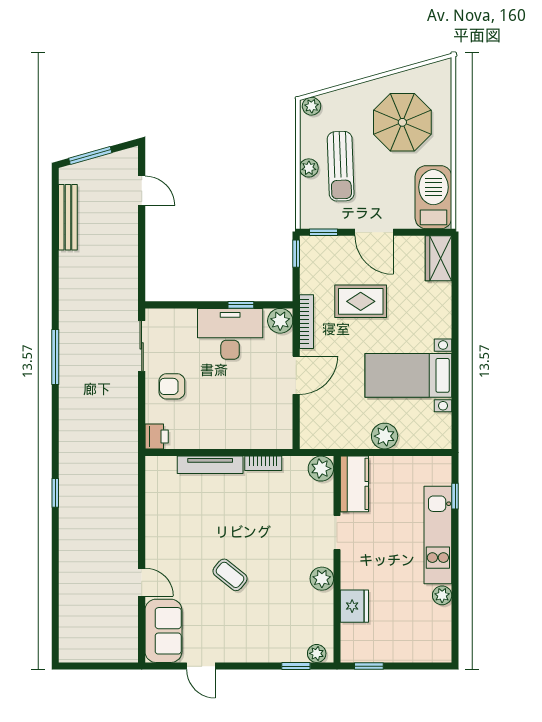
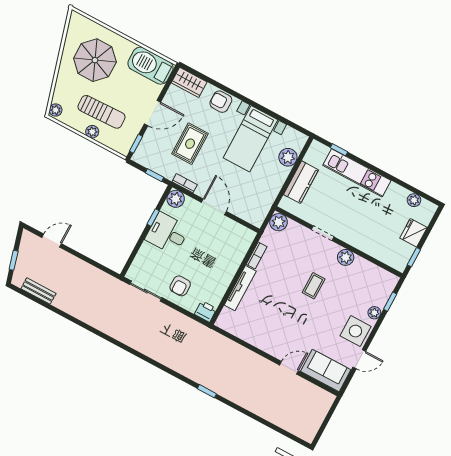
window: (90, 156) -> (14, 260), width x0.67
bench: (68, 217) -> (38, 291), width x0.73
window: (296, 254) -> (155, 175), moved
armchair: (436, 312) -> (221, 102), added
bookcase: (306, 322) -> (185, 183), width x0.64
desk: (230, 334) -> (167, 233), width x0.73
window: (55, 357) -> (124, 347), removed
plant: (385, 436) -> (288, 157), moved
kitchen counter: (354, 484) -> (301, 182), moved, turned 90
coffee table: (230, 575) -> (314, 286), moved, turned -39
plant: (442, 595) -> (414, 200), moved
fridge: (354, 606) -> (413, 233), moved, turned -90
side table: (234, 642) -> (355, 331), added
plant: (317, 653) -> (374, 313), moved

